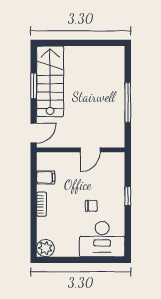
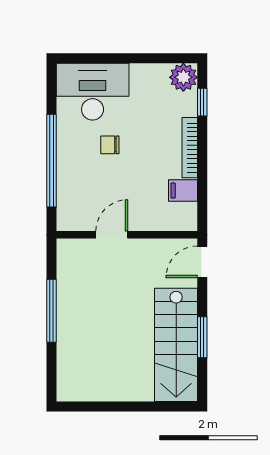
window: (128, 196) -> (51, 161), width x3.17
bookcase: (42, 204) -> (190, 148), width x1.56
window: (34, 232) -> (202, 102), added

